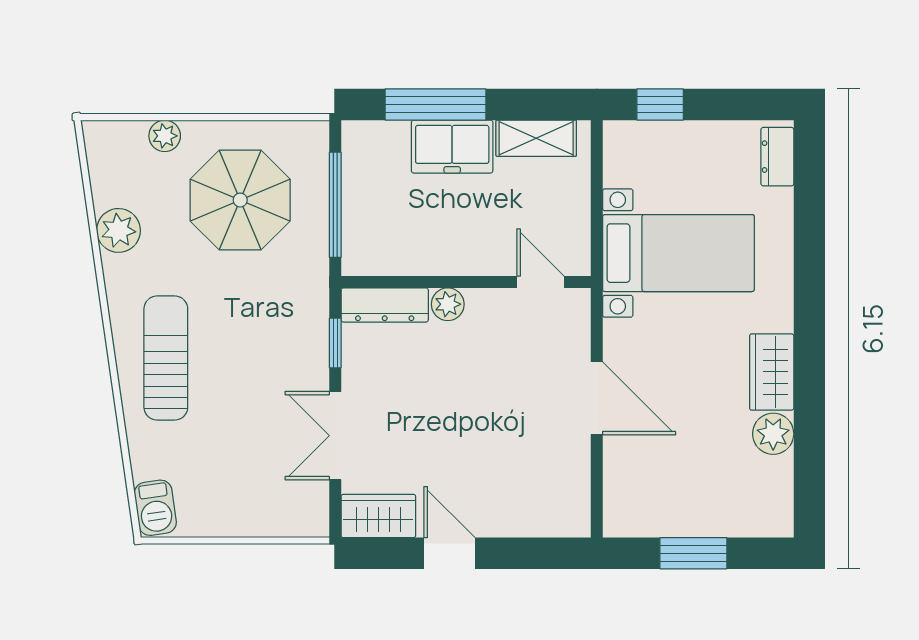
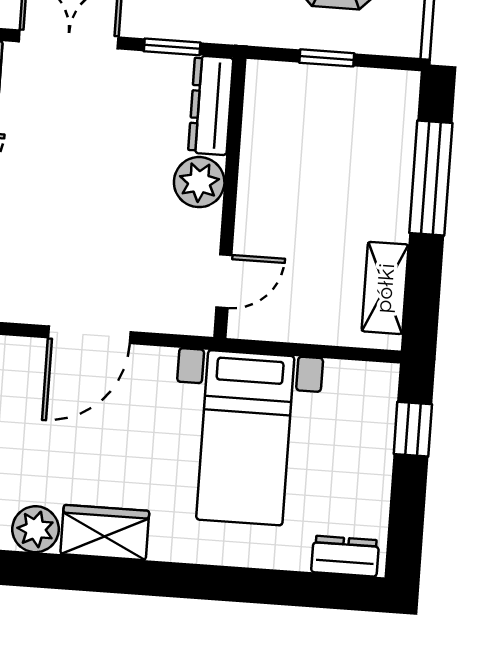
freezer: (452, 147) -> (382, 193), removed
window: (335, 205) -> (327, 58), width x0.46
plant: (448, 304) -> (199, 182), width x1.38, depth x1.38

